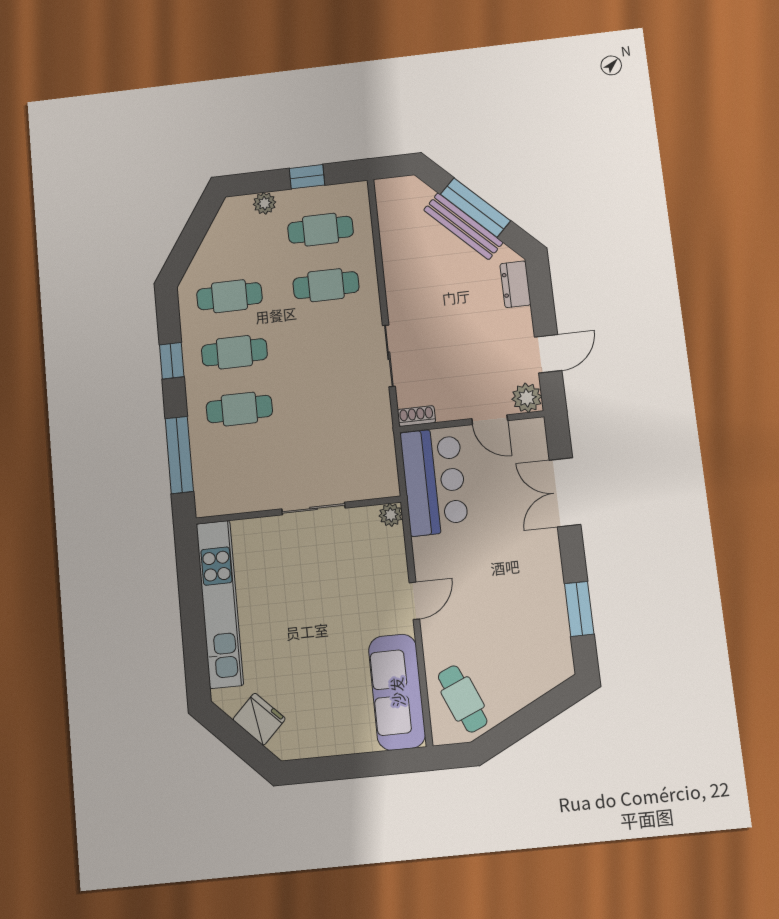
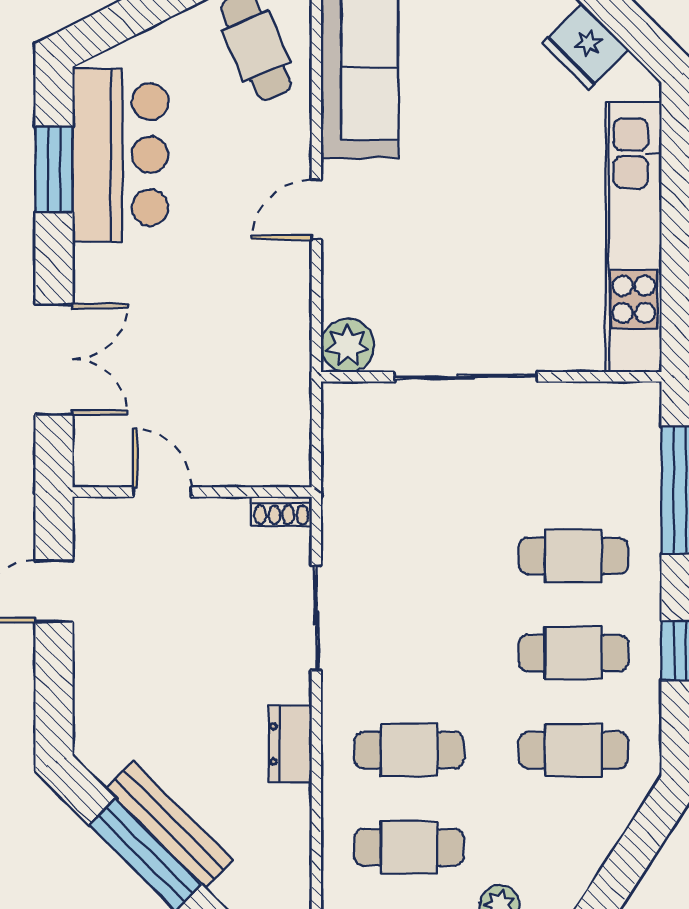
dresser: (515, 284) -> (290, 744), moved, turned 180
plant: (527, 398) -> (97, 522), removed
bar counter: (434, 481) -> (120, 155), moved, turned 180
sliding door: (313, 508) -> (466, 377), width x1.37
plant: (391, 515) -> (348, 346), width x1.38, depth x1.38

